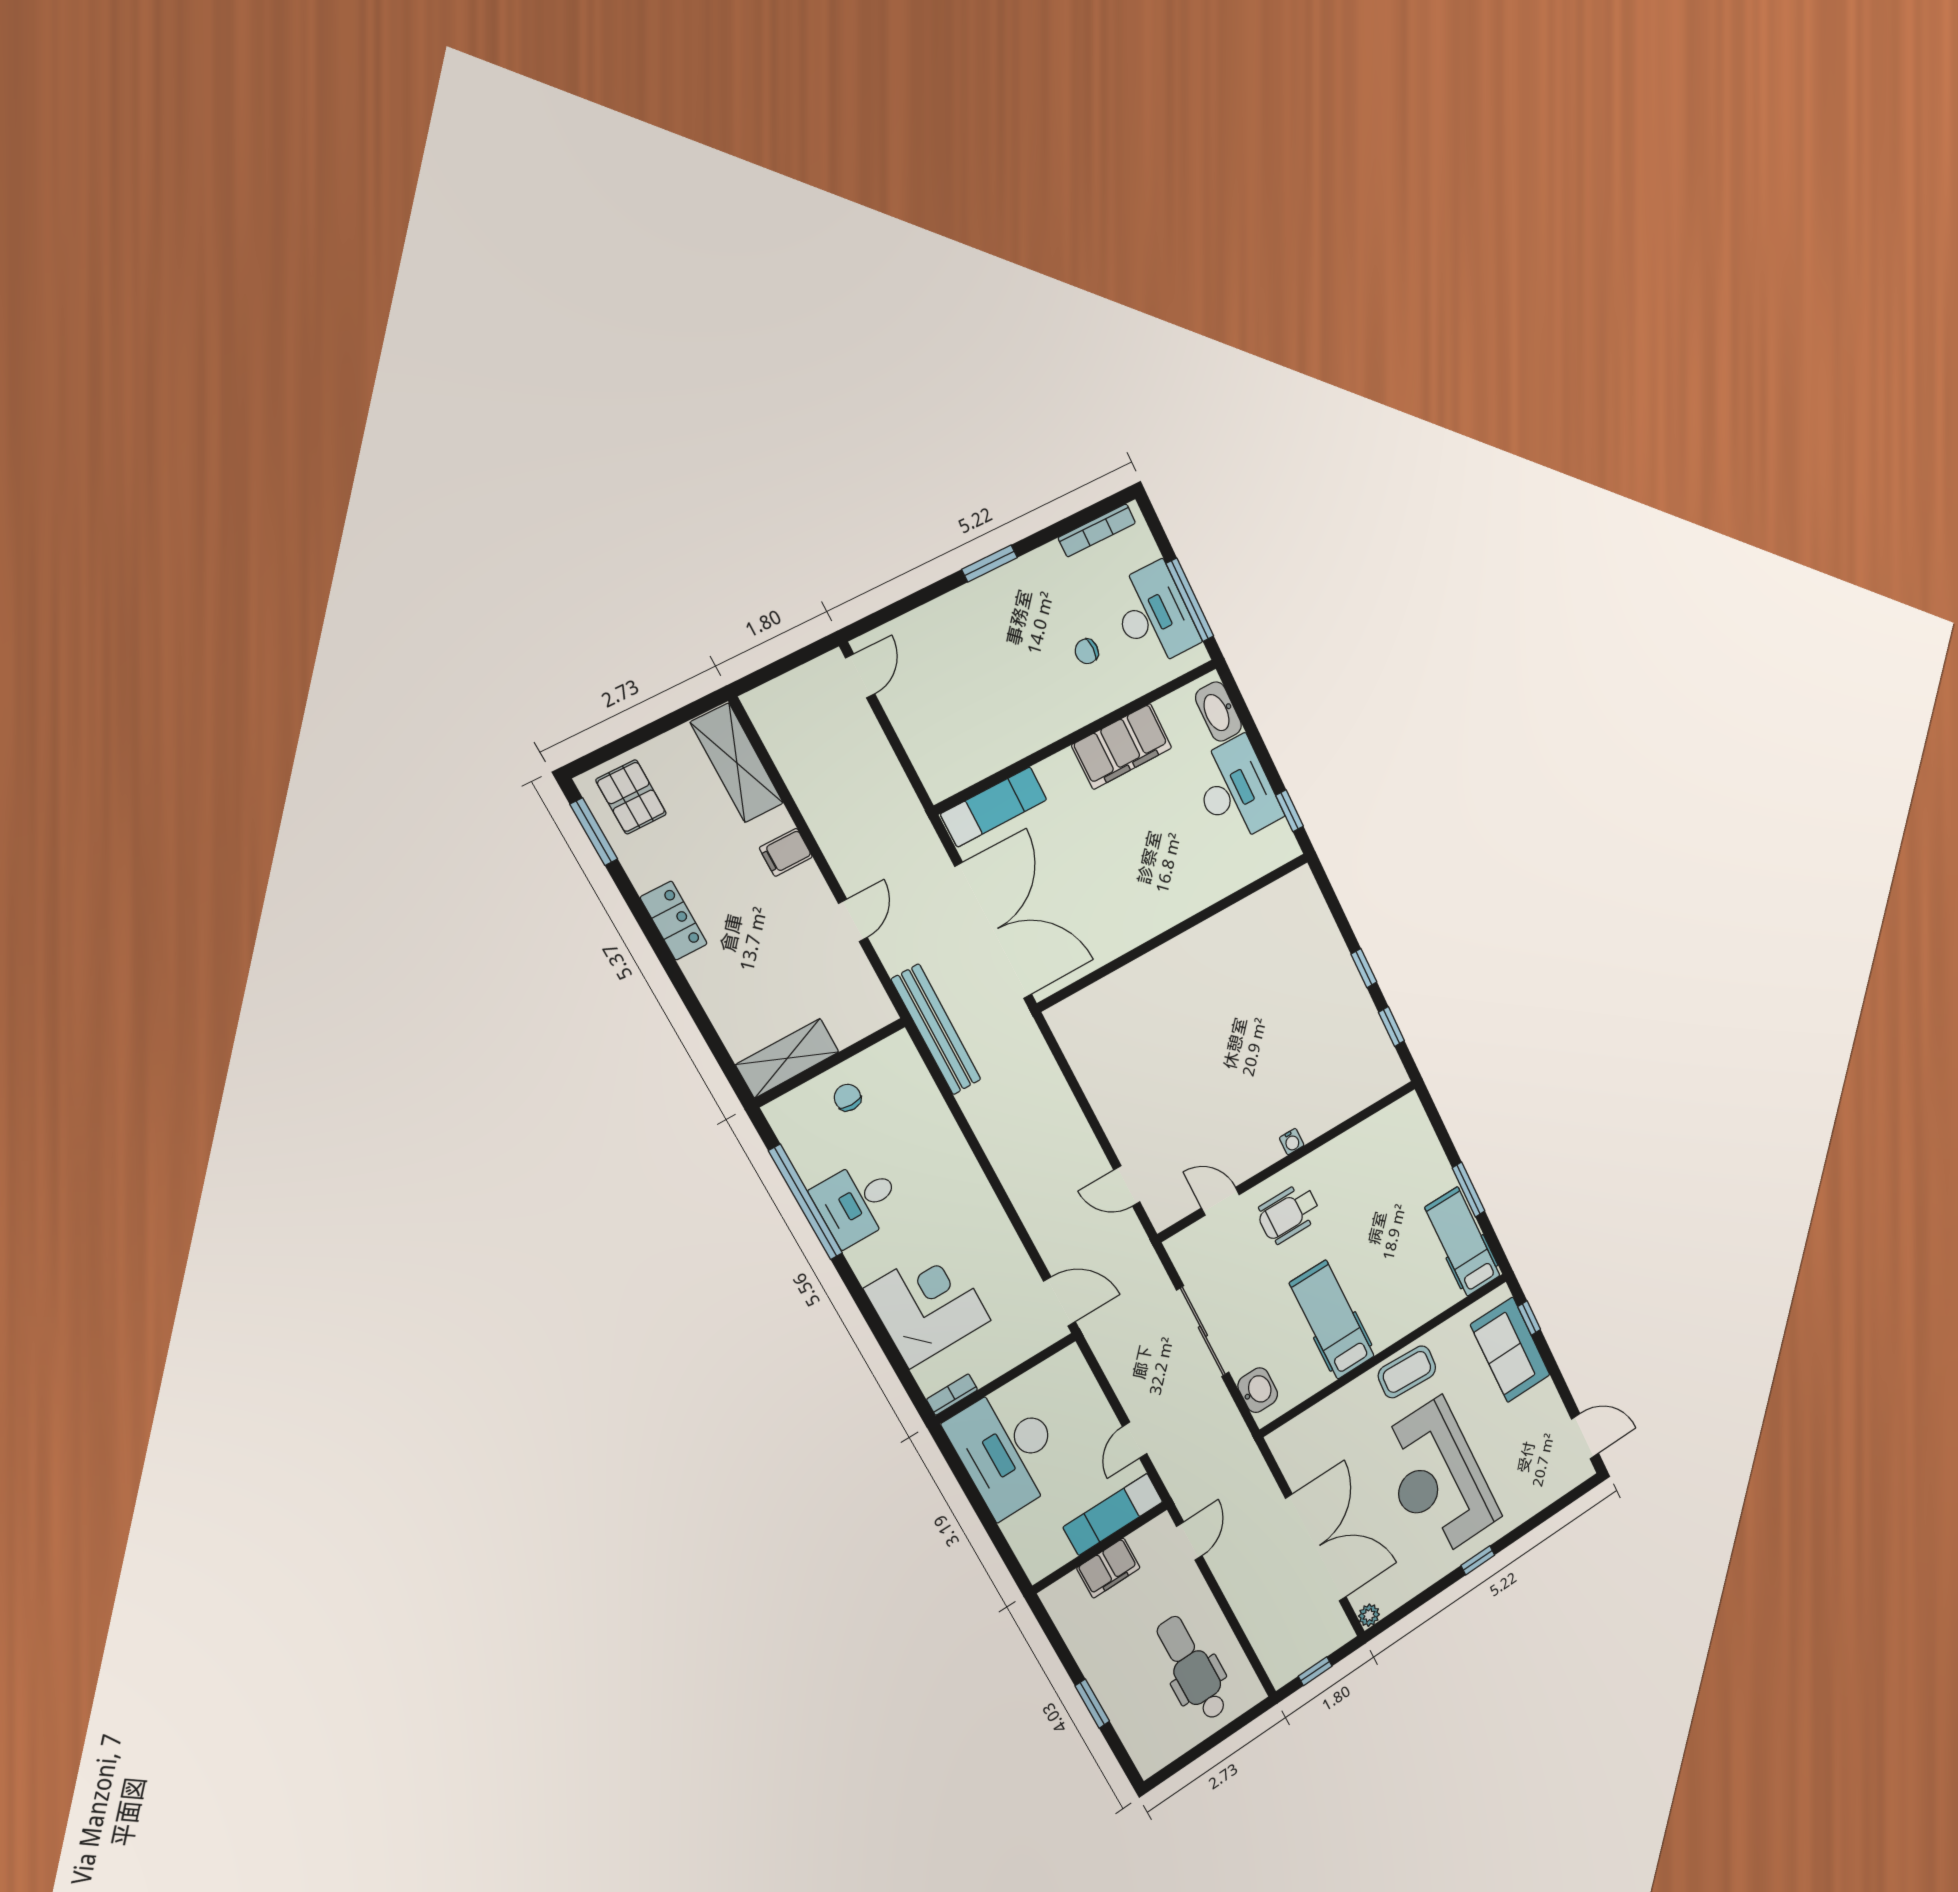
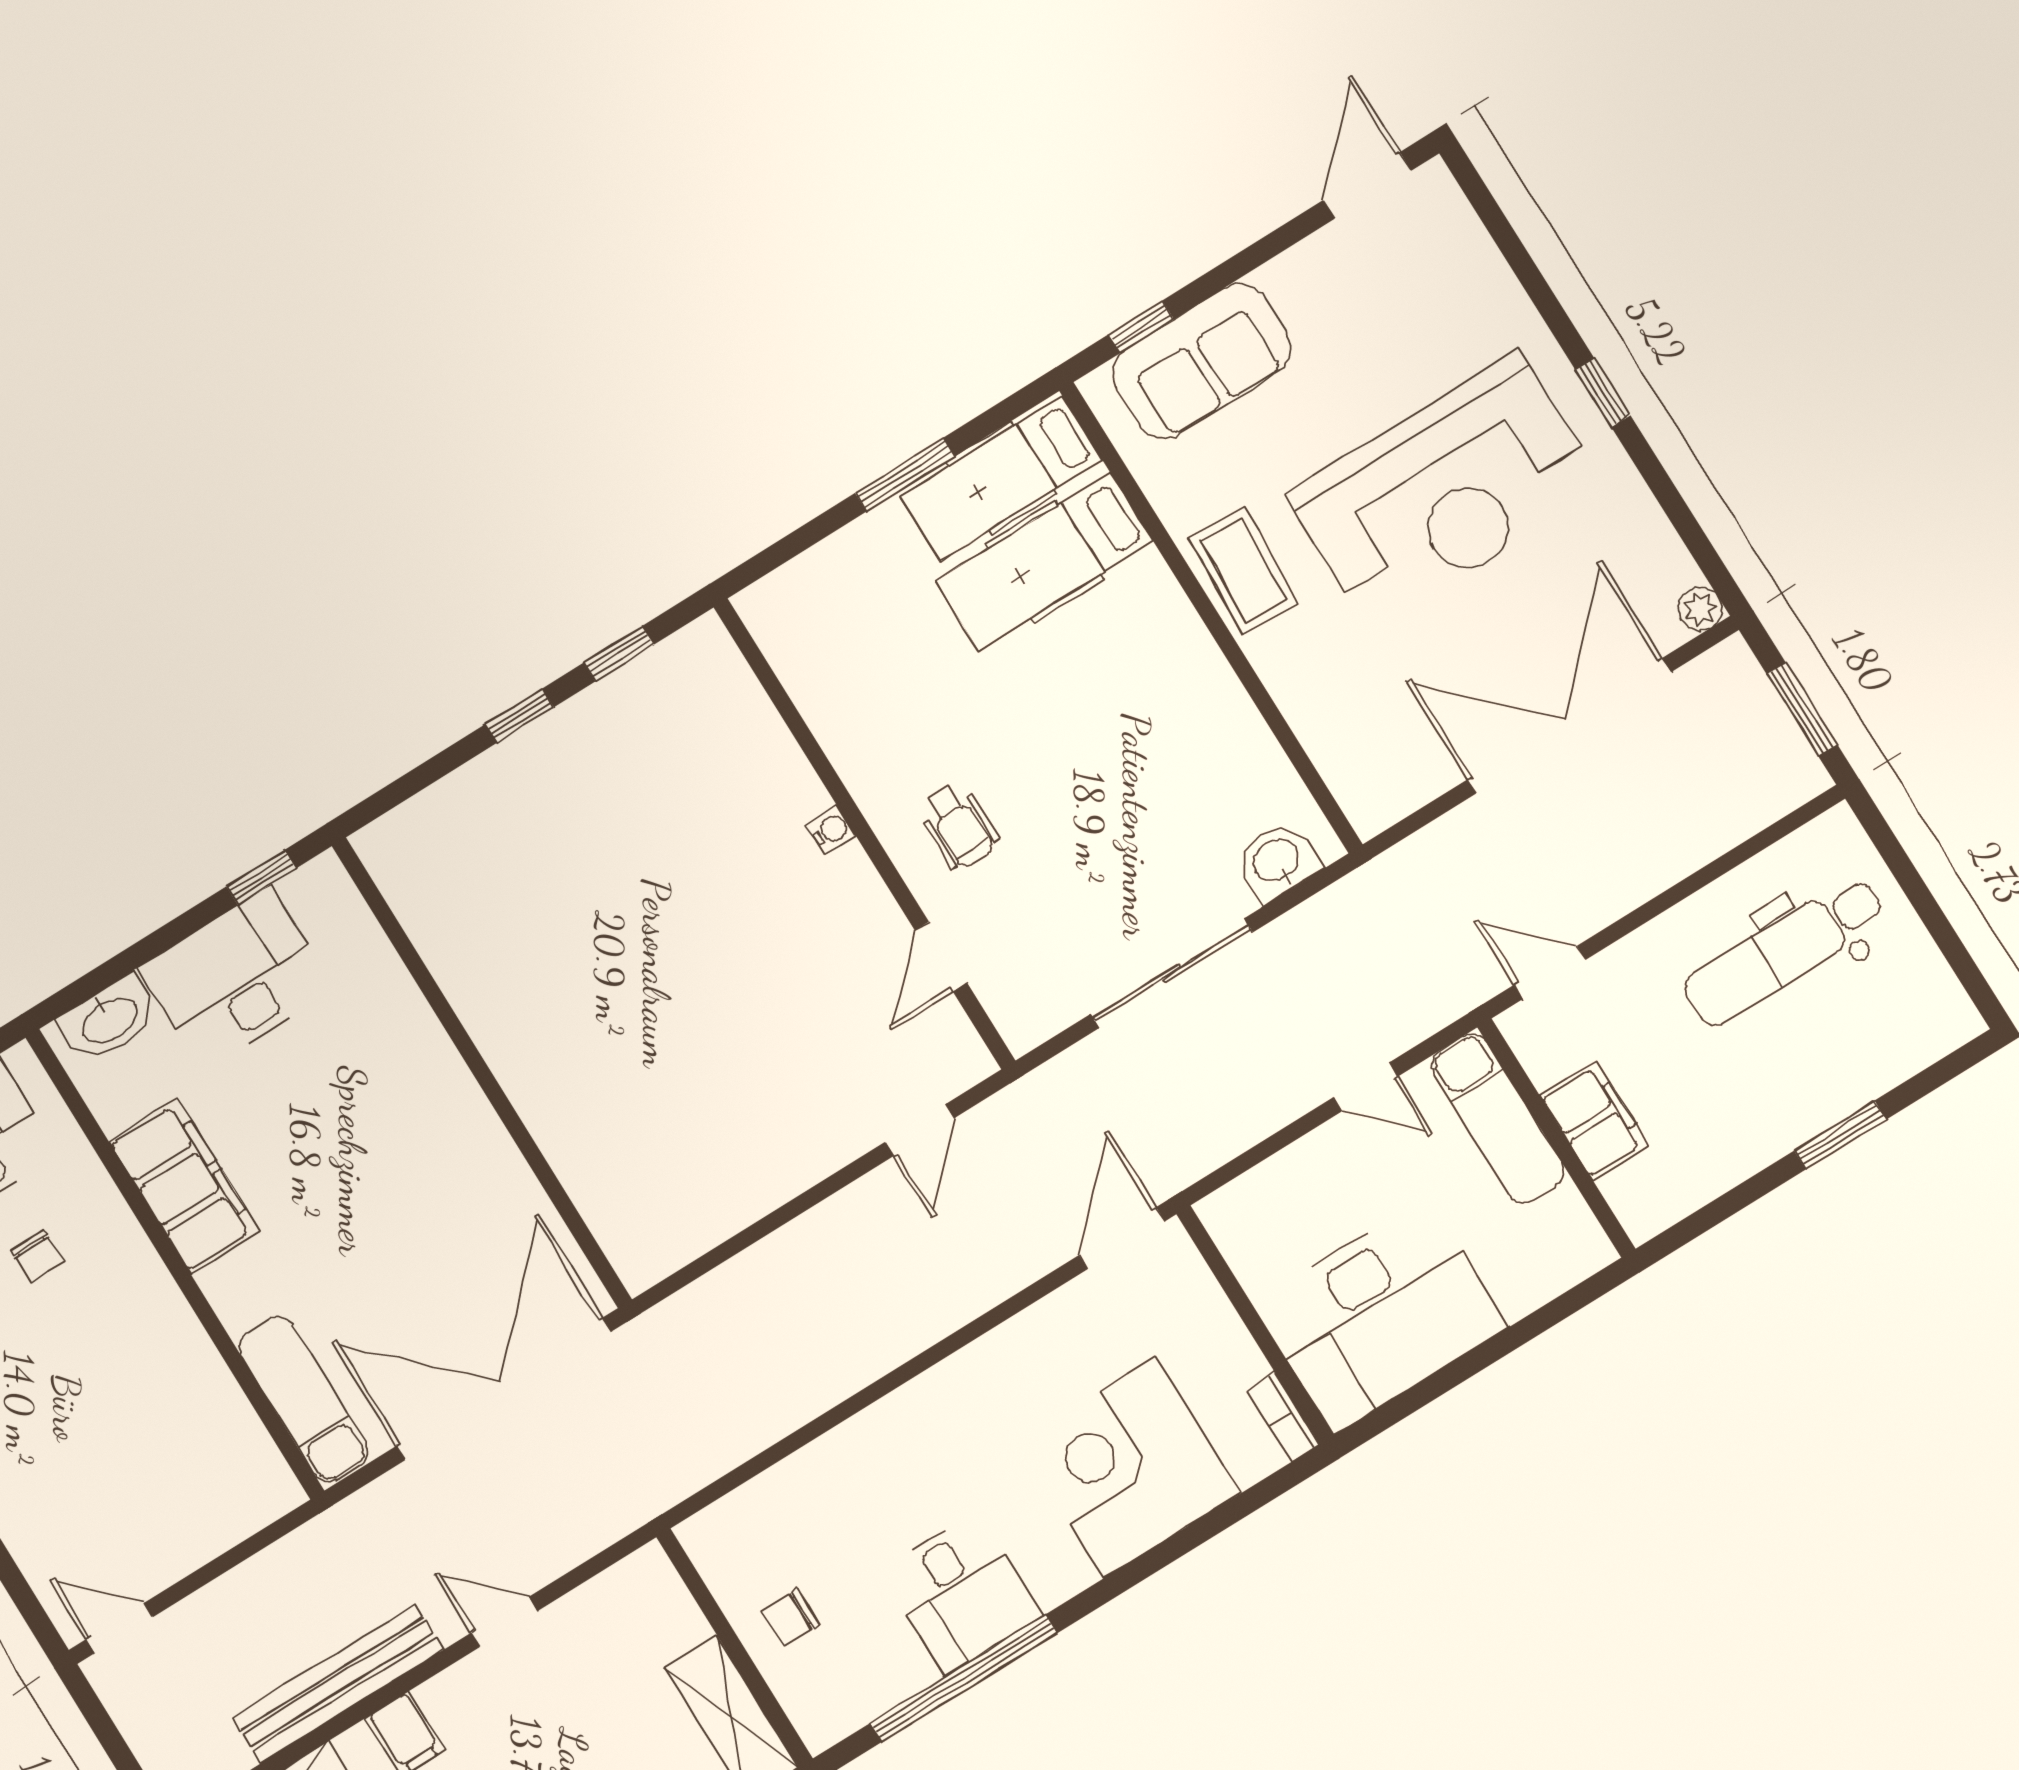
bench: (936, 1030) -> (338, 1684), moved
wheelchair: (1289, 1213) -> (958, 826), width x0.73, depth x0.73
hospital bed: (1332, 1320) -> (1045, 562), moved
window: (1315, 1671) -> (1802, 709), width x1.50

